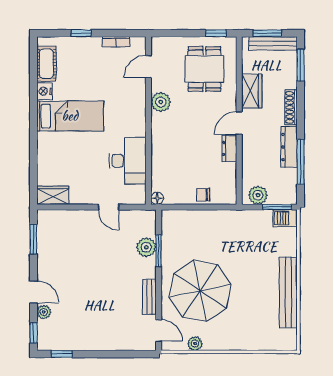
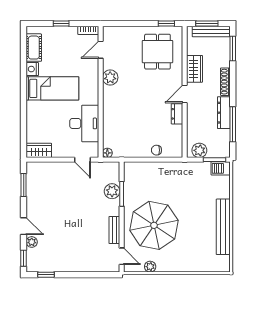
door: (148, 67) -> (101, 50), moved
plant: (161, 102) -> (110, 77), moved
wall: (148, 121) -> (101, 92), moved
desk: (128, 161) -> (84, 123), moved
floor lamp: (157, 198) -> (107, 153), moved

